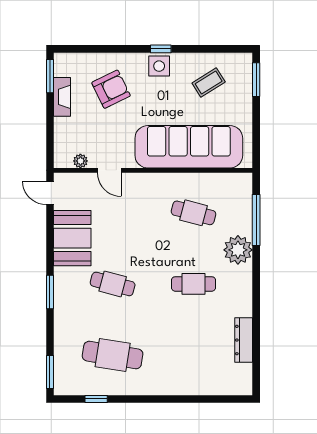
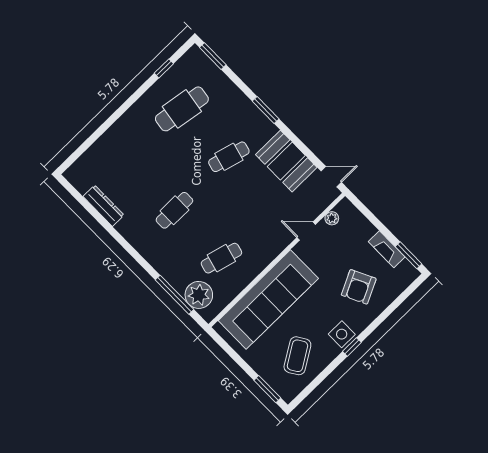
coffee table: (209, 83) -> (297, 356), width x1.36, depth x1.30
plant: (238, 250) -> (199, 295), moved

